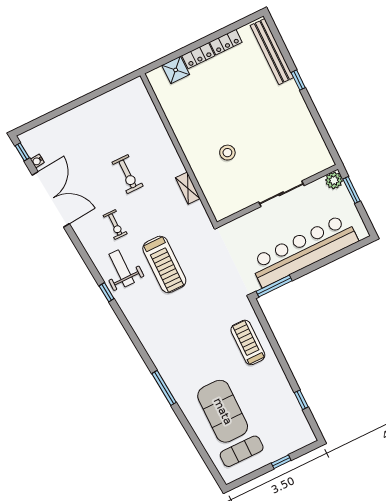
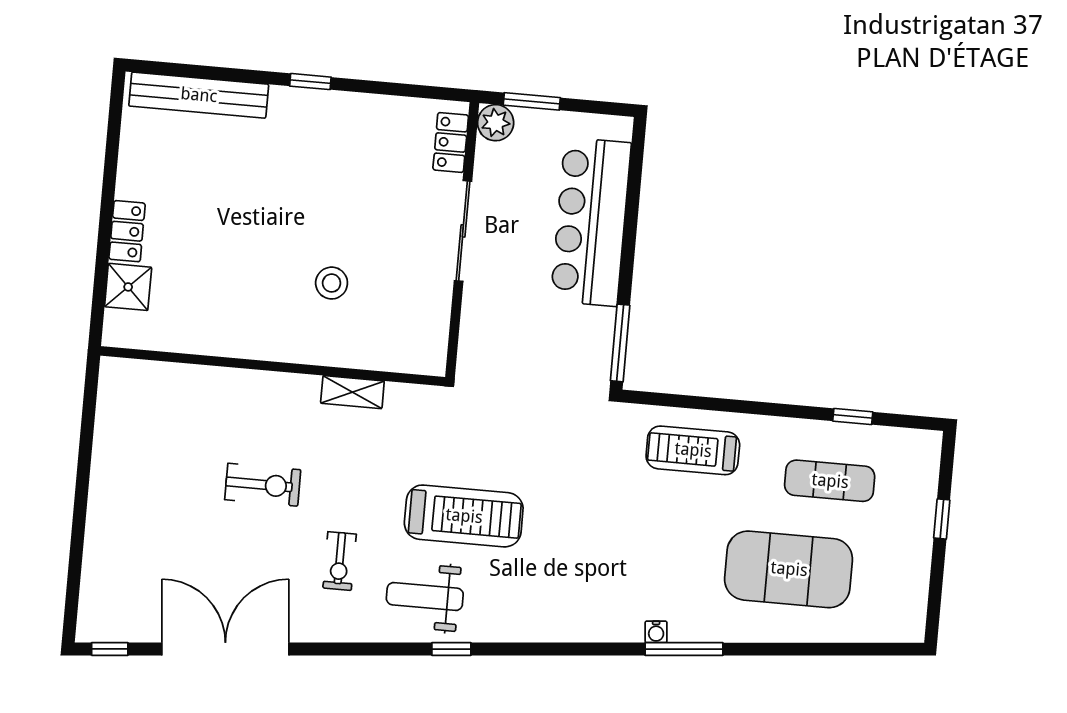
locker: (226, 42) -> (451, 142), moved, turned 180
window: (298, 80) -> (310, 82), moved
water cooler: (37, 161) -> (656, 632), moved
exercise bike: (115, 225) -> (340, 561), turned 90
bar counter: (304, 250) -> (591, 222), width x0.73
exercise mat: (242, 451) -> (830, 481), moved, turned 90

